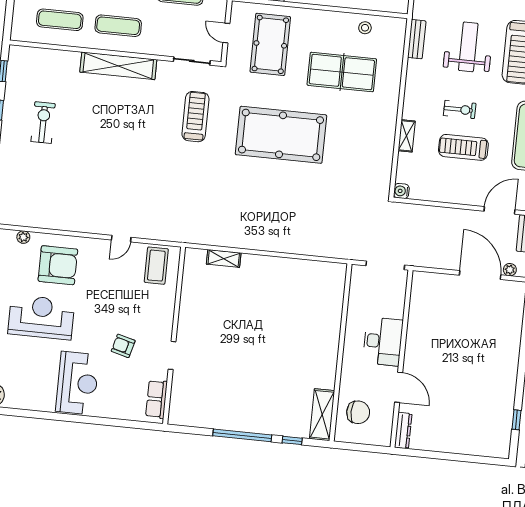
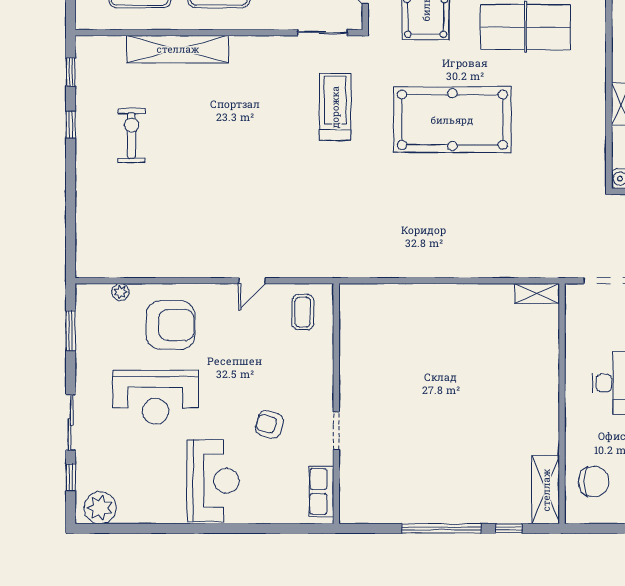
shelving: (118, 66) -> (178, 49), moved
shelving: (224, 259) -> (537, 293), moved
coffee table: (156, 266) -> (303, 312), width x0.73, depth x0.77
reception desk: (41, 317) -> (155, 397), turned 180

